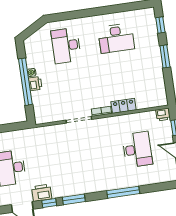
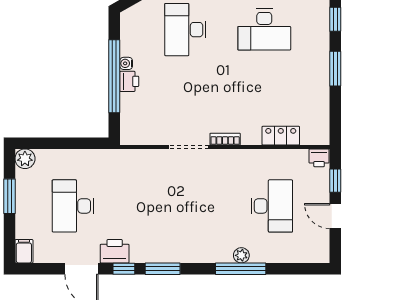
locker: (124, 106) -> (281, 136), moved
plant: (123, 184) -> (241, 255), added

